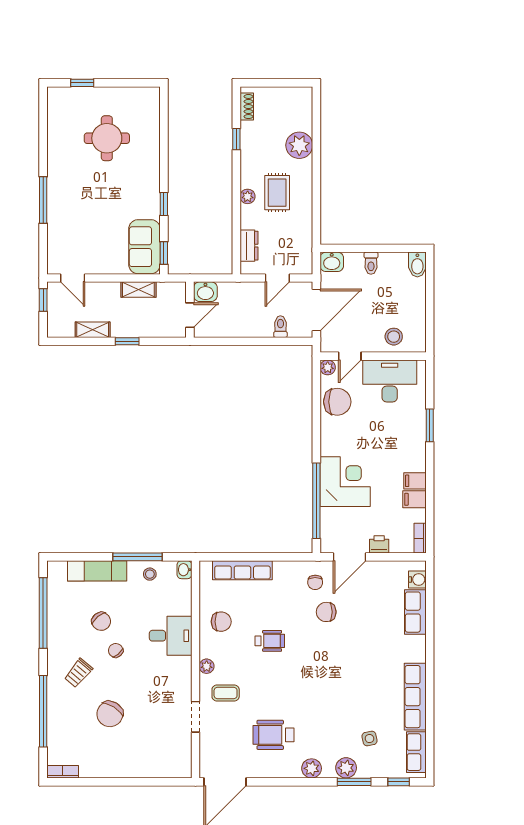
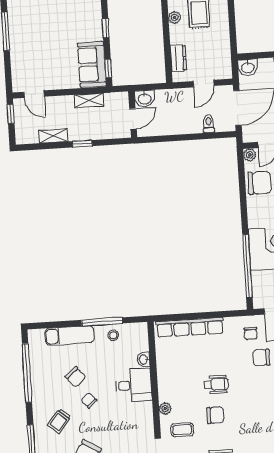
washbasin: (184, 570) -> (144, 359), moved
row of seats: (242, 570) -> (190, 327), width x1.36
chair: (221, 622) -> (215, 415), moved

